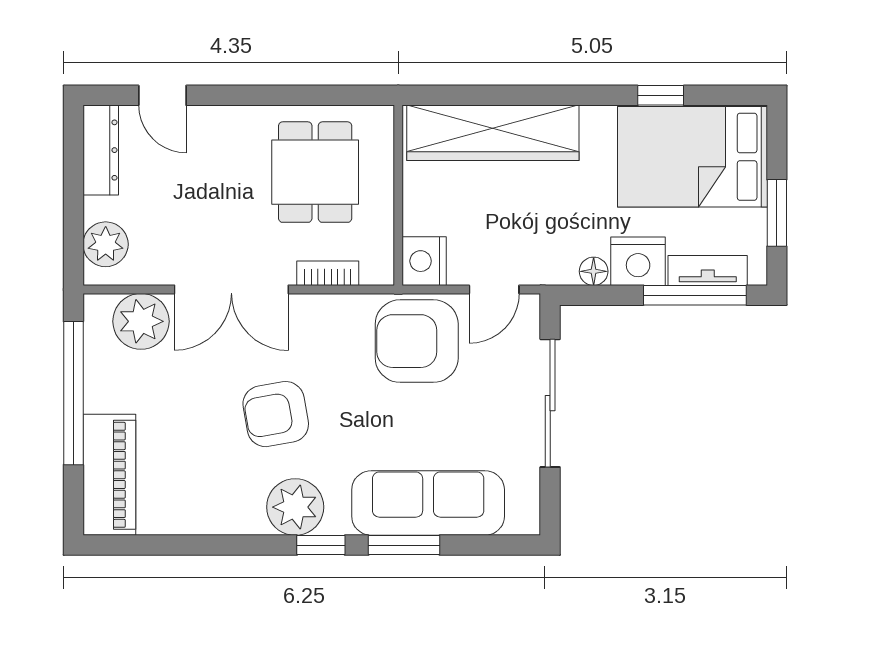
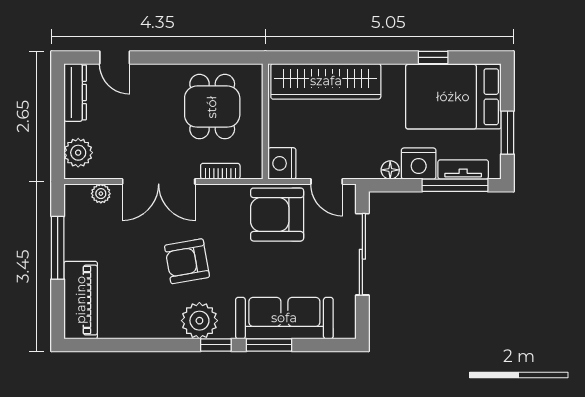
door: (494, 289) -> (327, 182), hinge flipped
plant: (141, 321) -> (101, 194), width x0.53, depth x0.53
window: (73, 393) -> (58, 248), width x0.68

